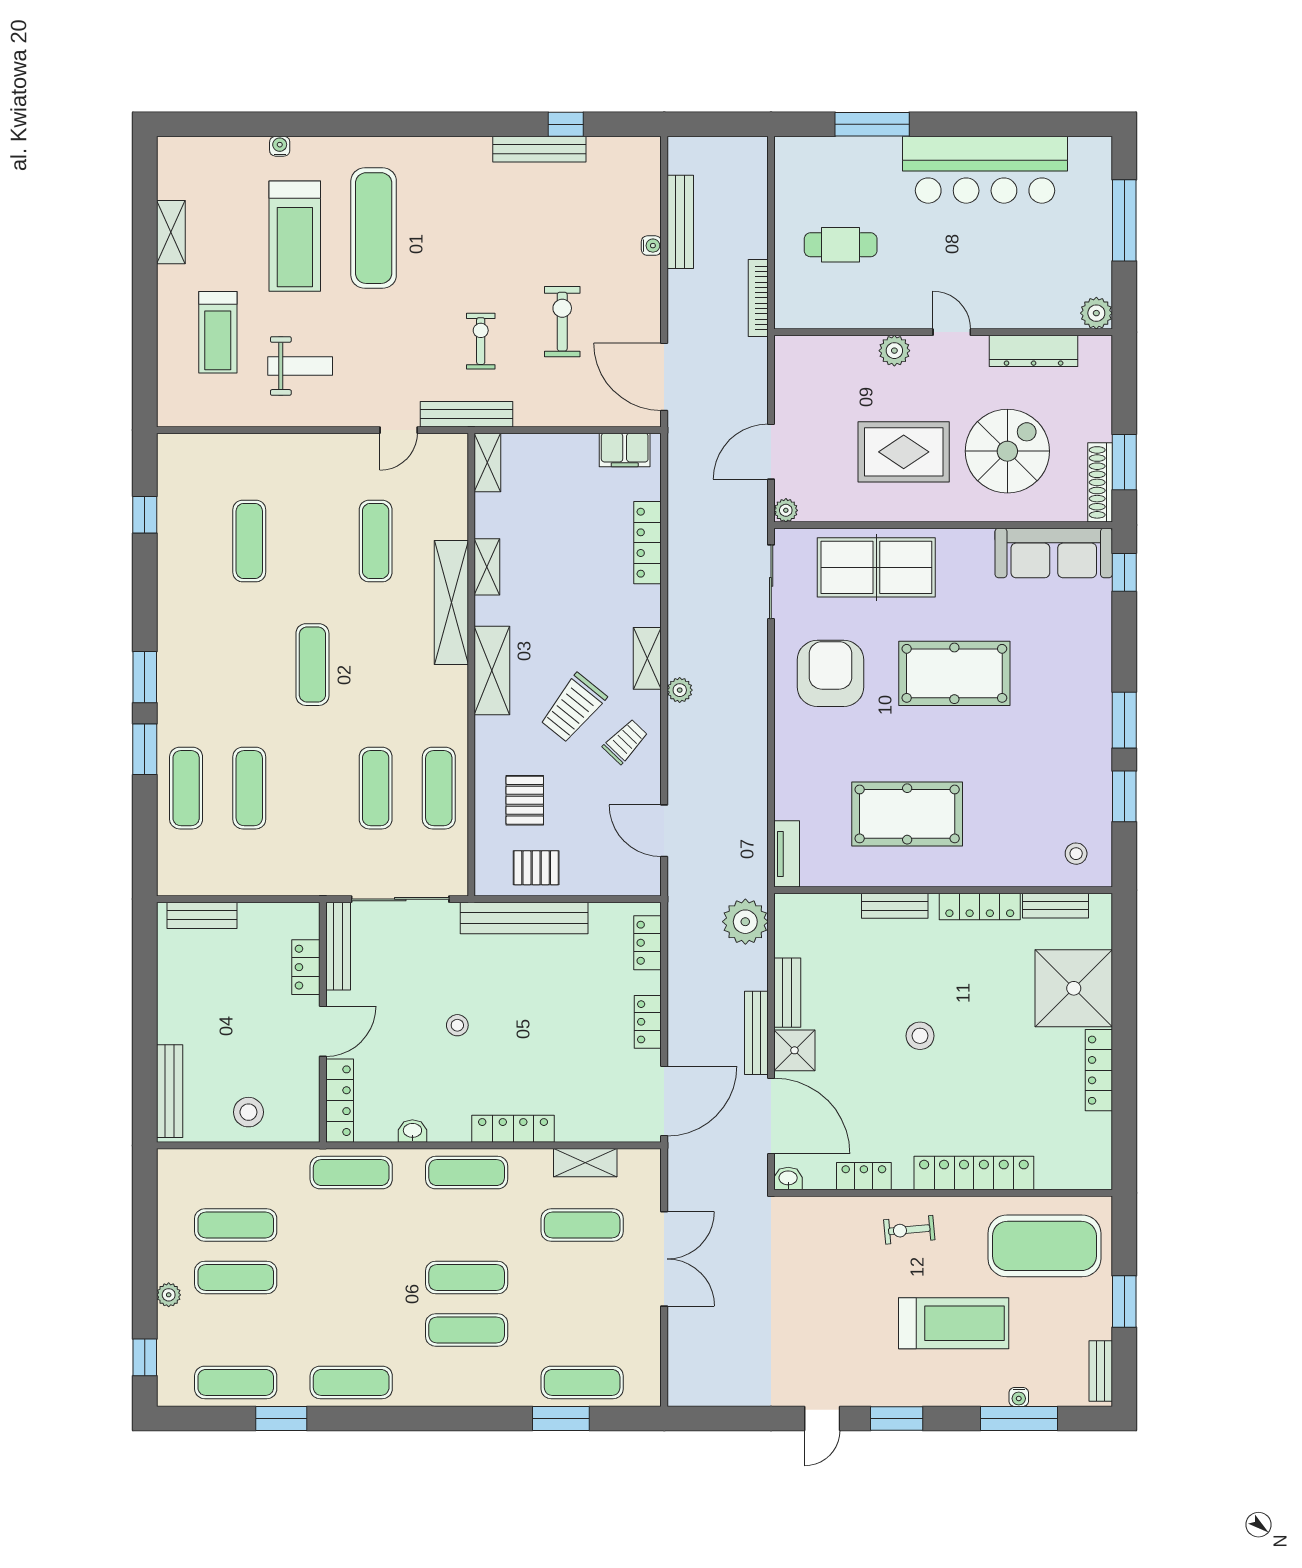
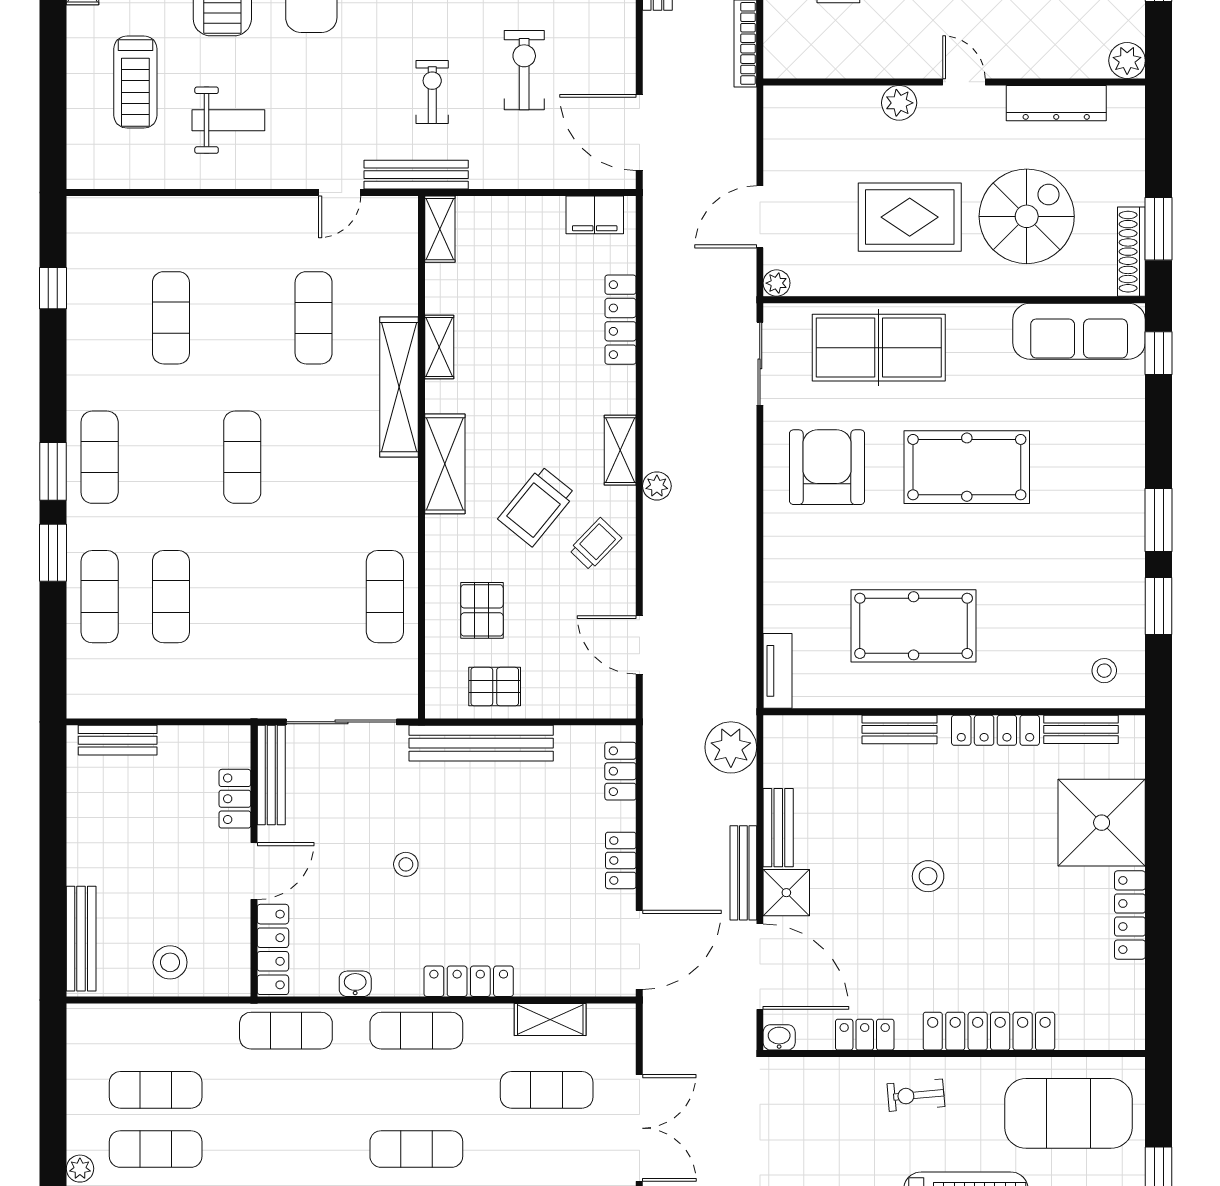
exercise mat: (376, 788) -> (100, 457), moved

